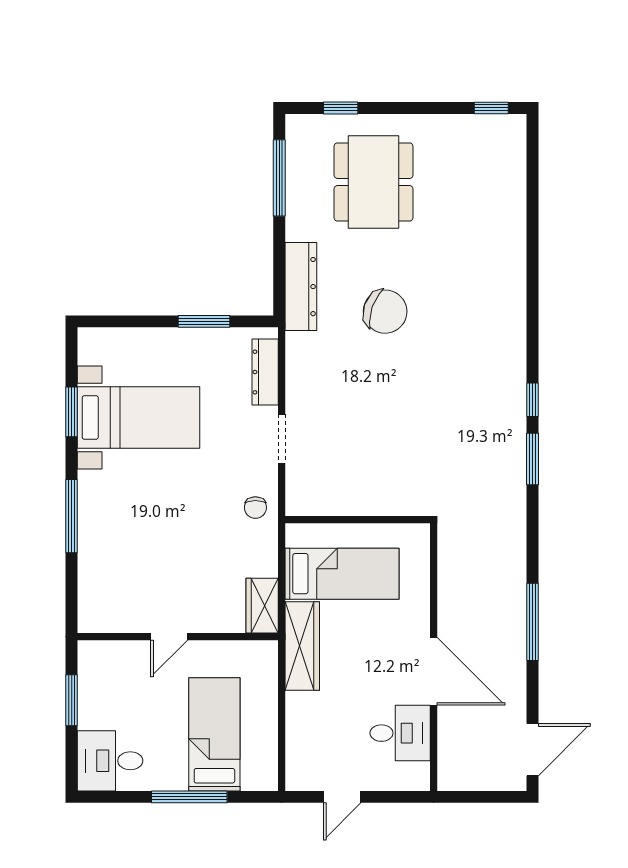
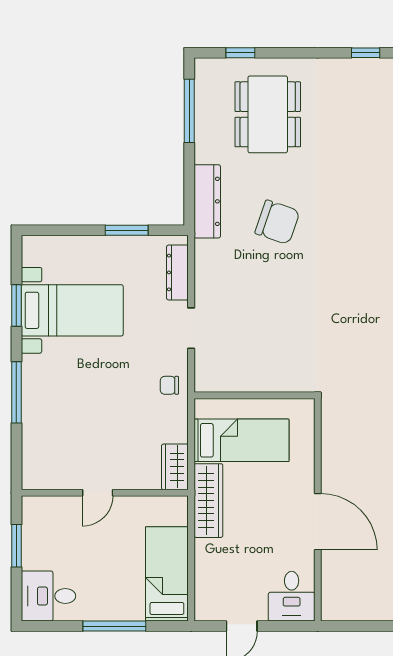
chair: (255, 508) -> (169, 385), turned 90
desk: (400, 733) -> (292, 596), moved, turned 90
bed: (214, 734) -> (167, 574), moved

